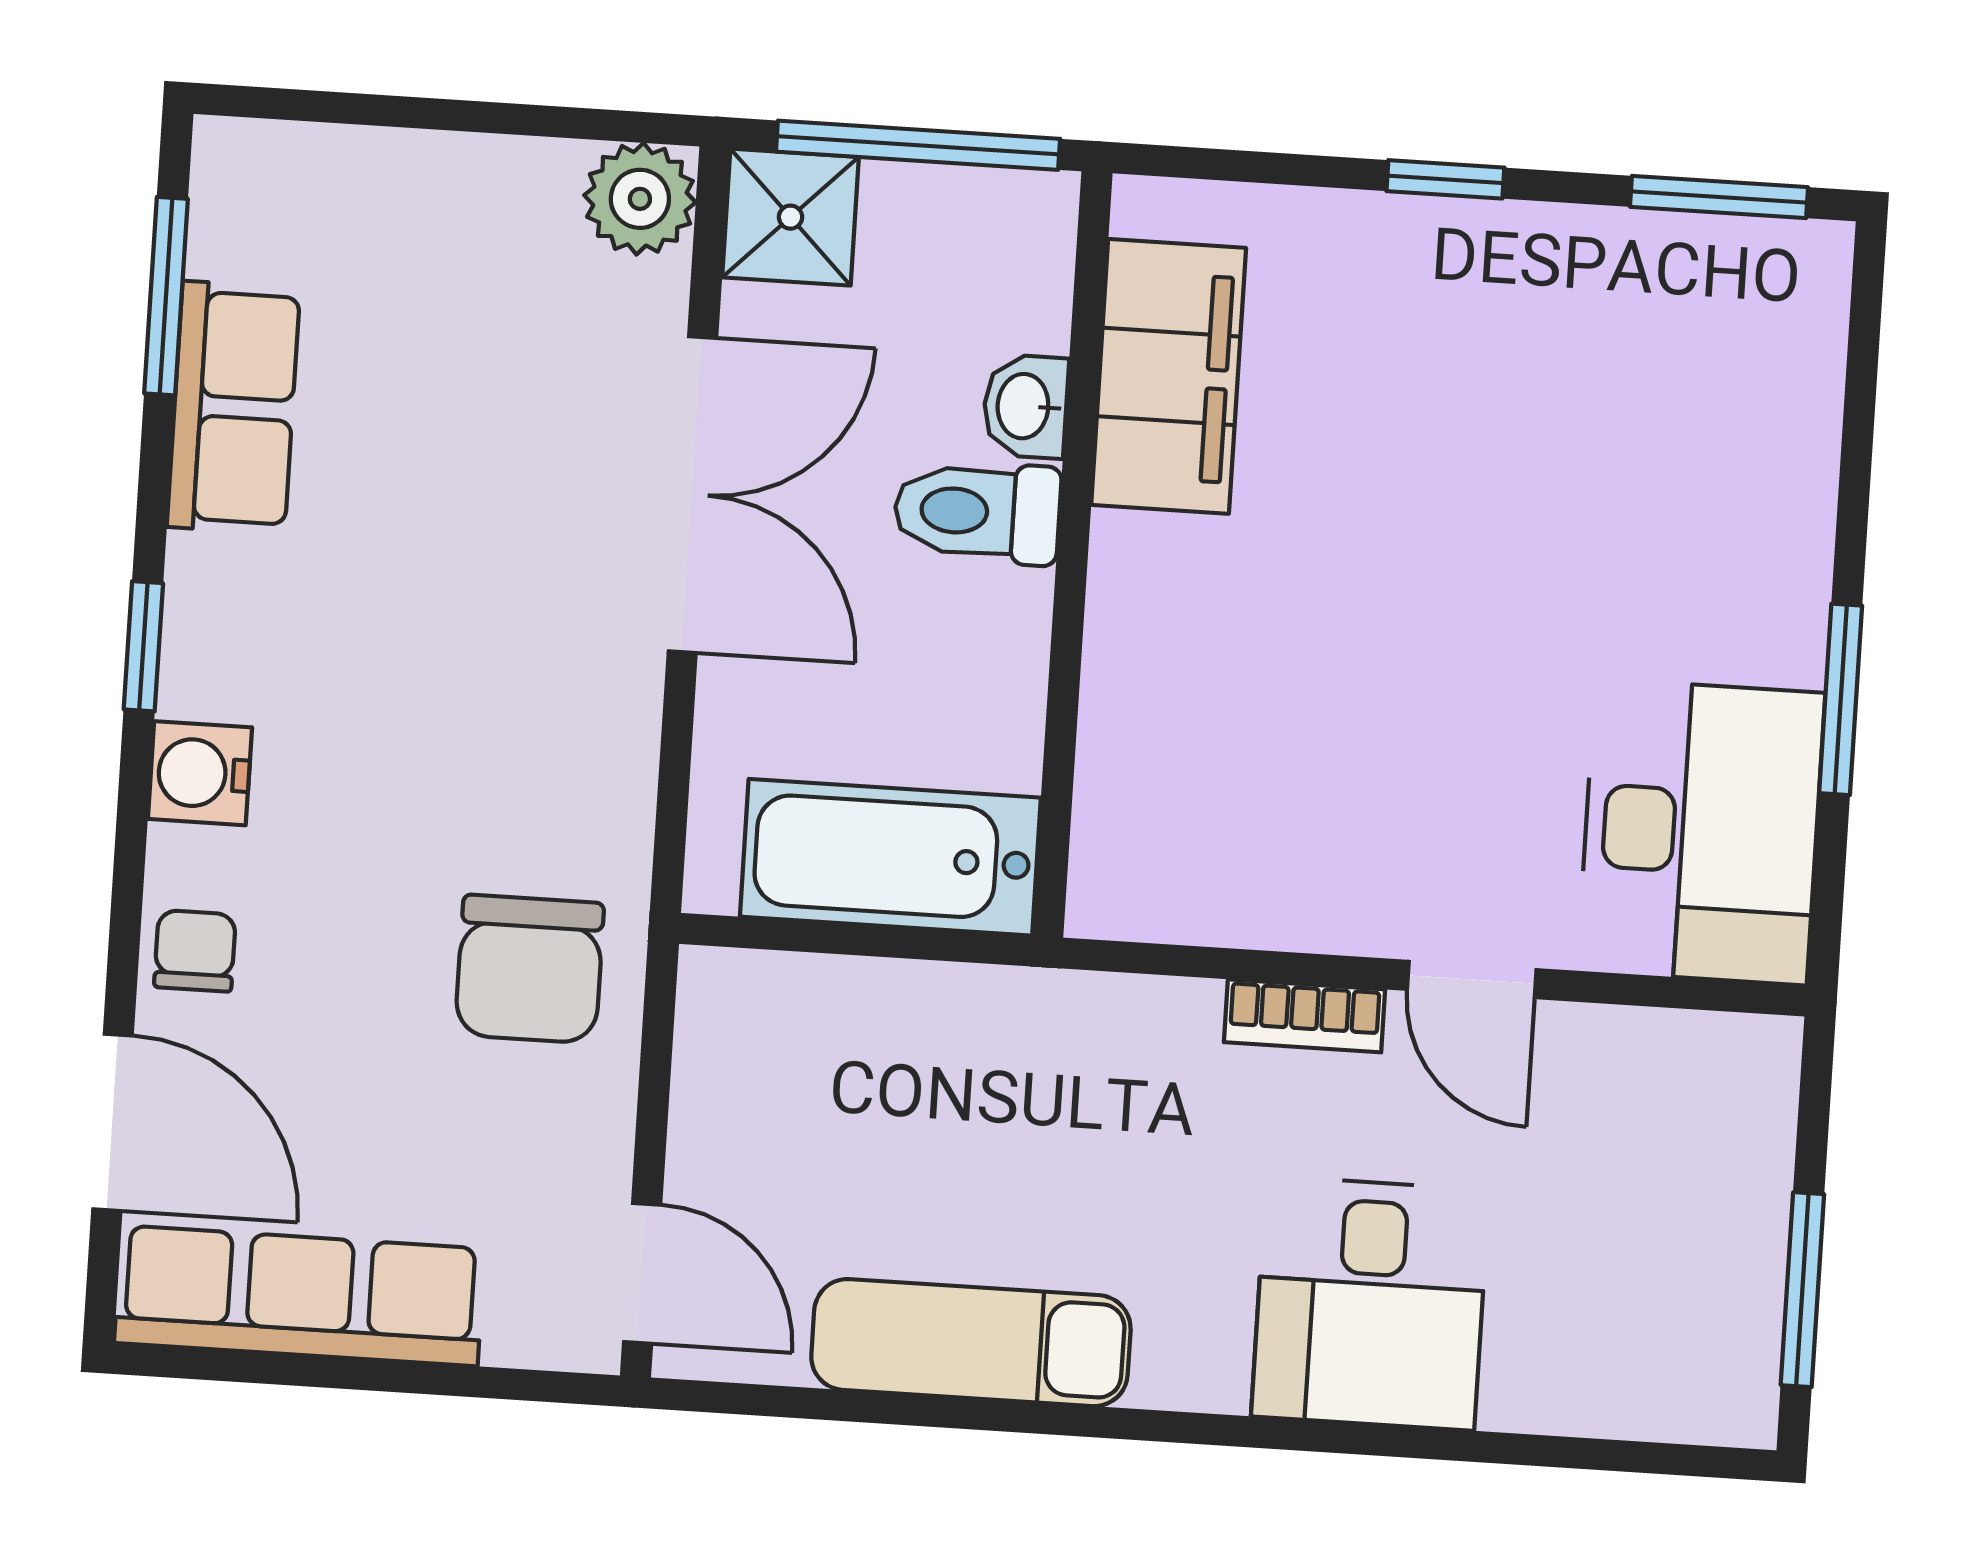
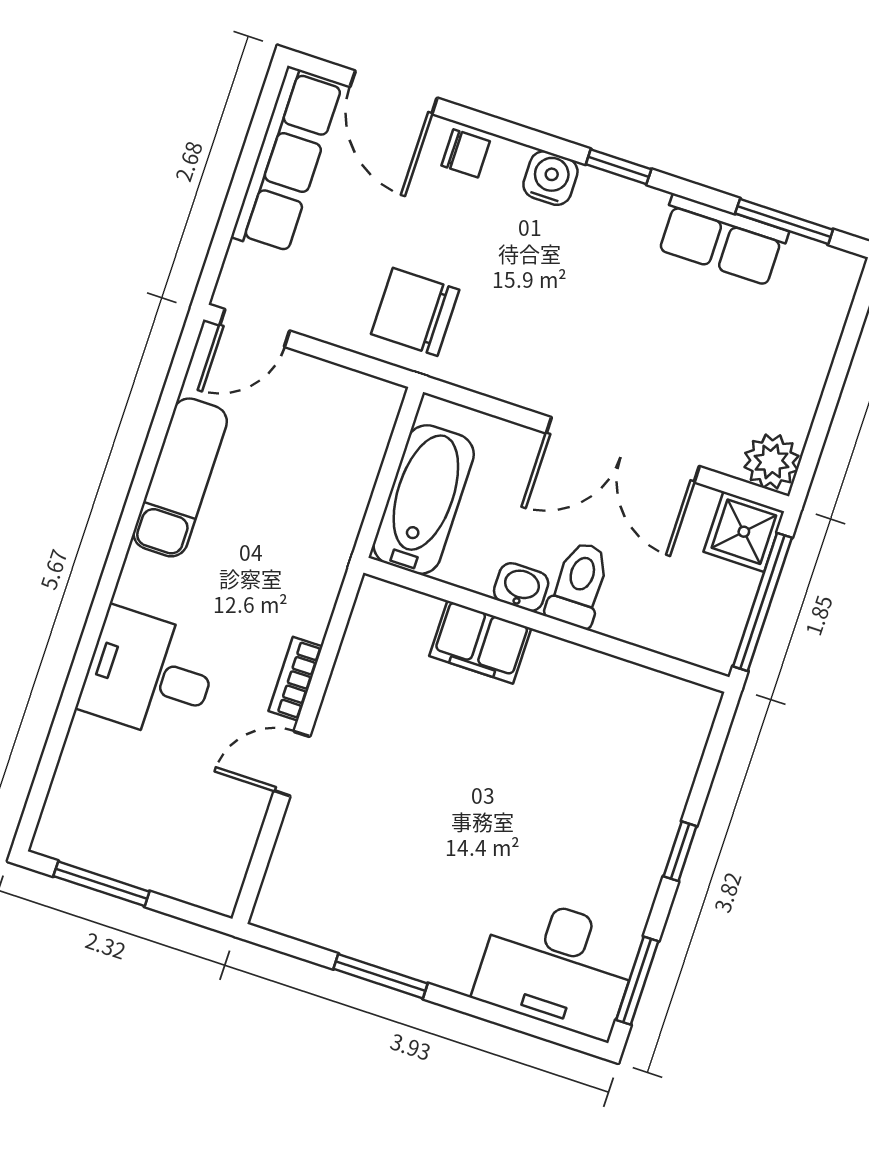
filing cabinet: (1169, 376) -> (480, 642), moved, width x0.67, depth x0.86
washbasin: (1025, 406) -> (521, 587), moved
desk: (1701, 832) -> (557, 966), moved
door: (113, 1122) -> (394, 92), hinge flipped

